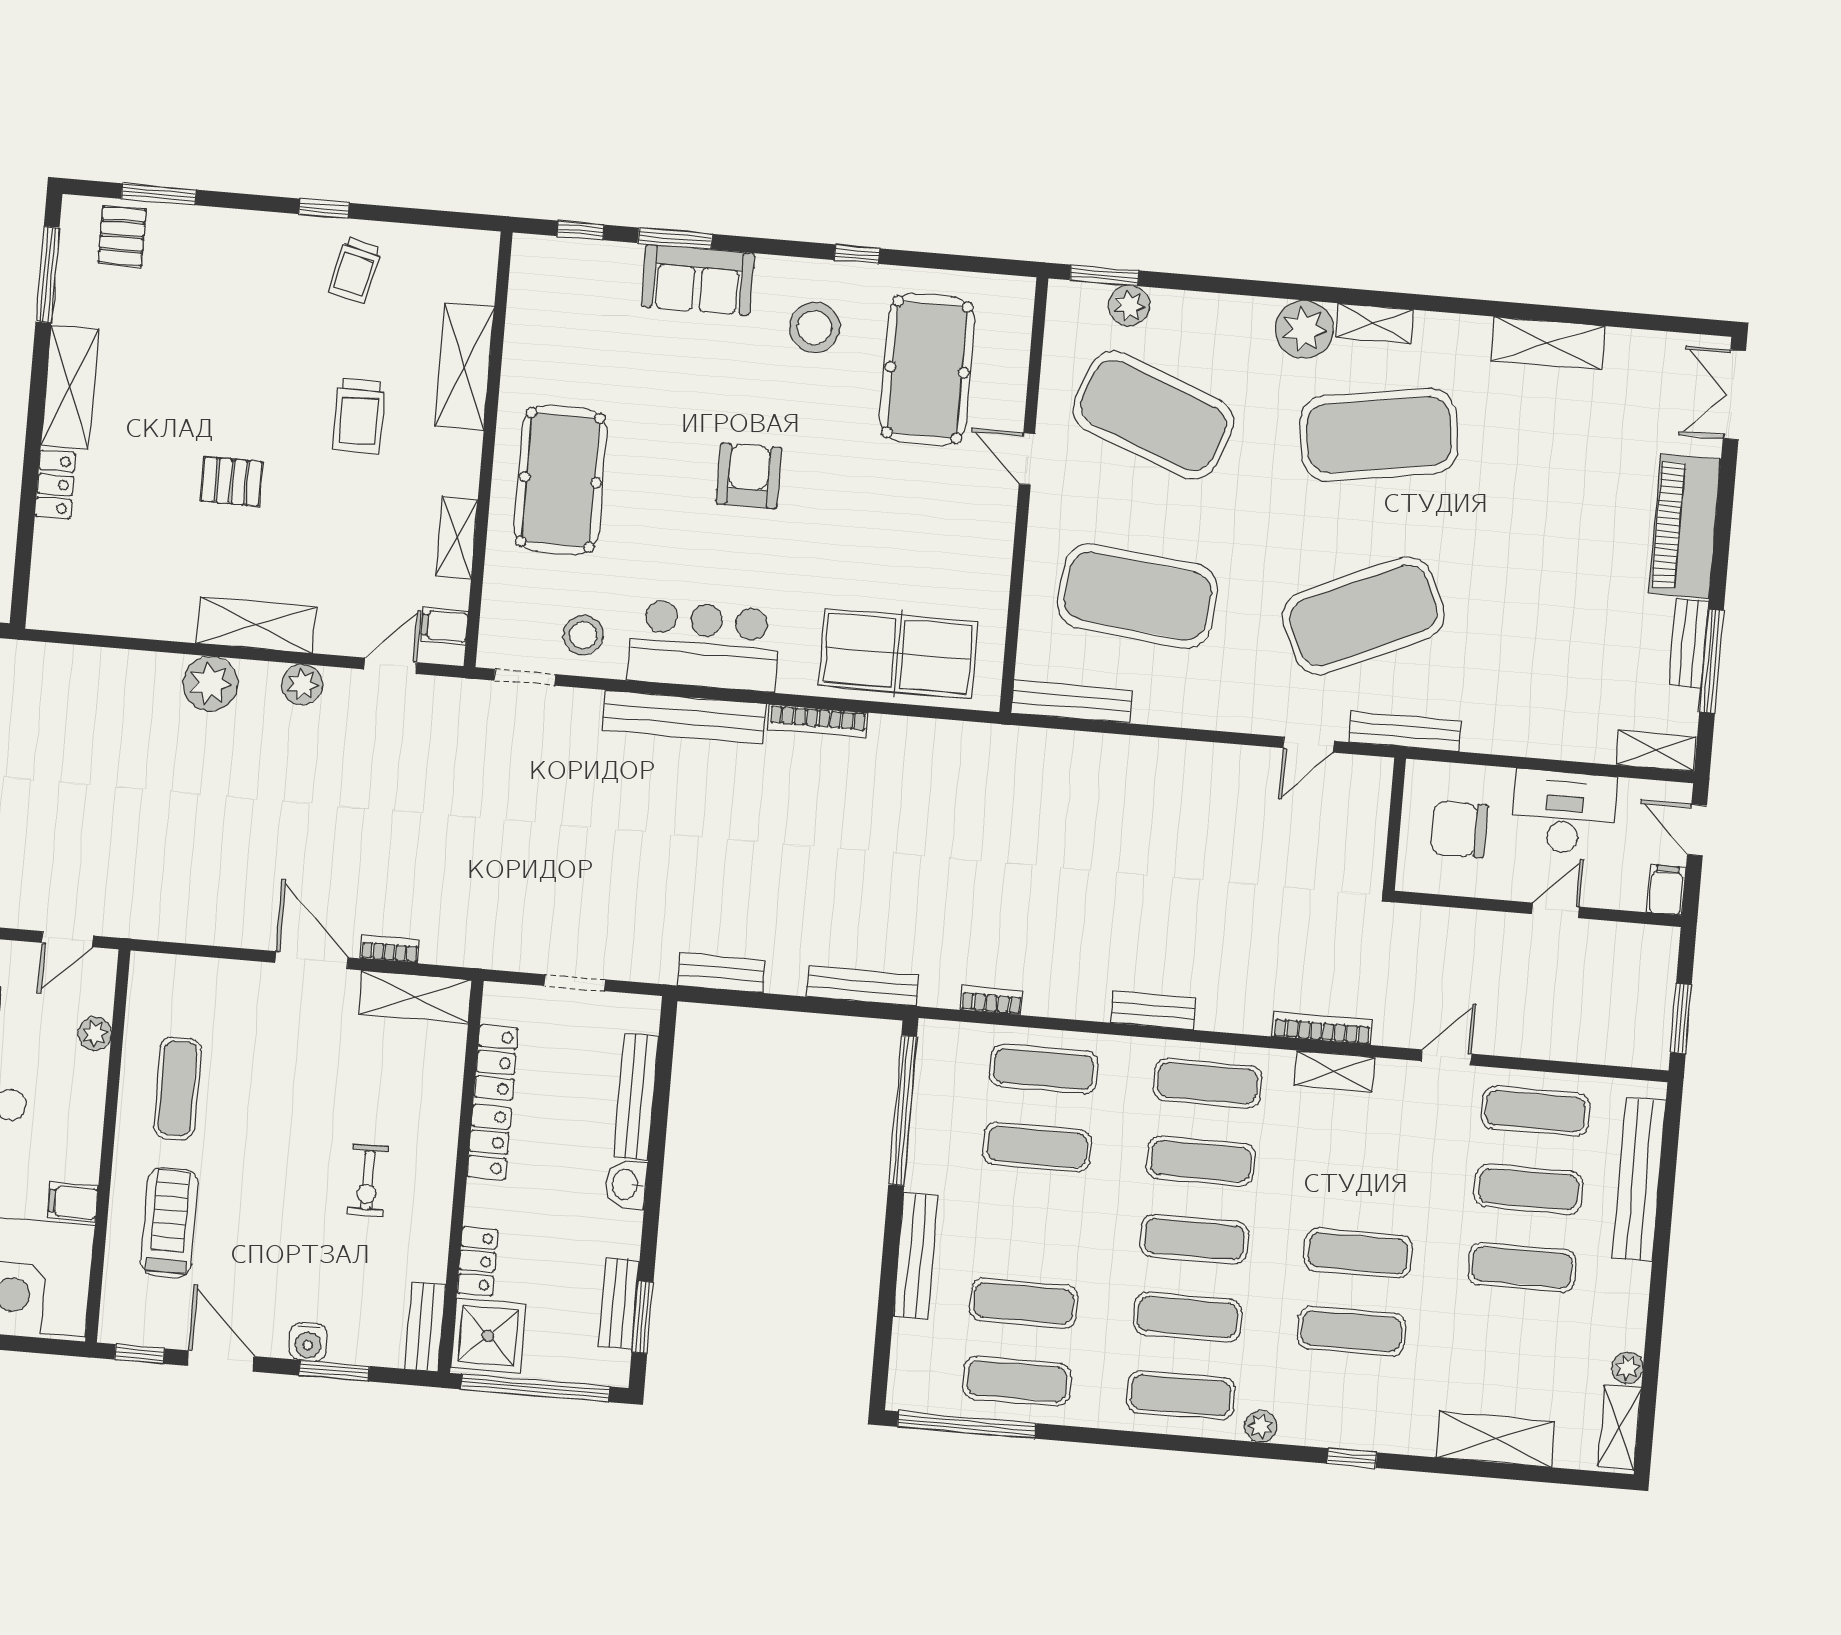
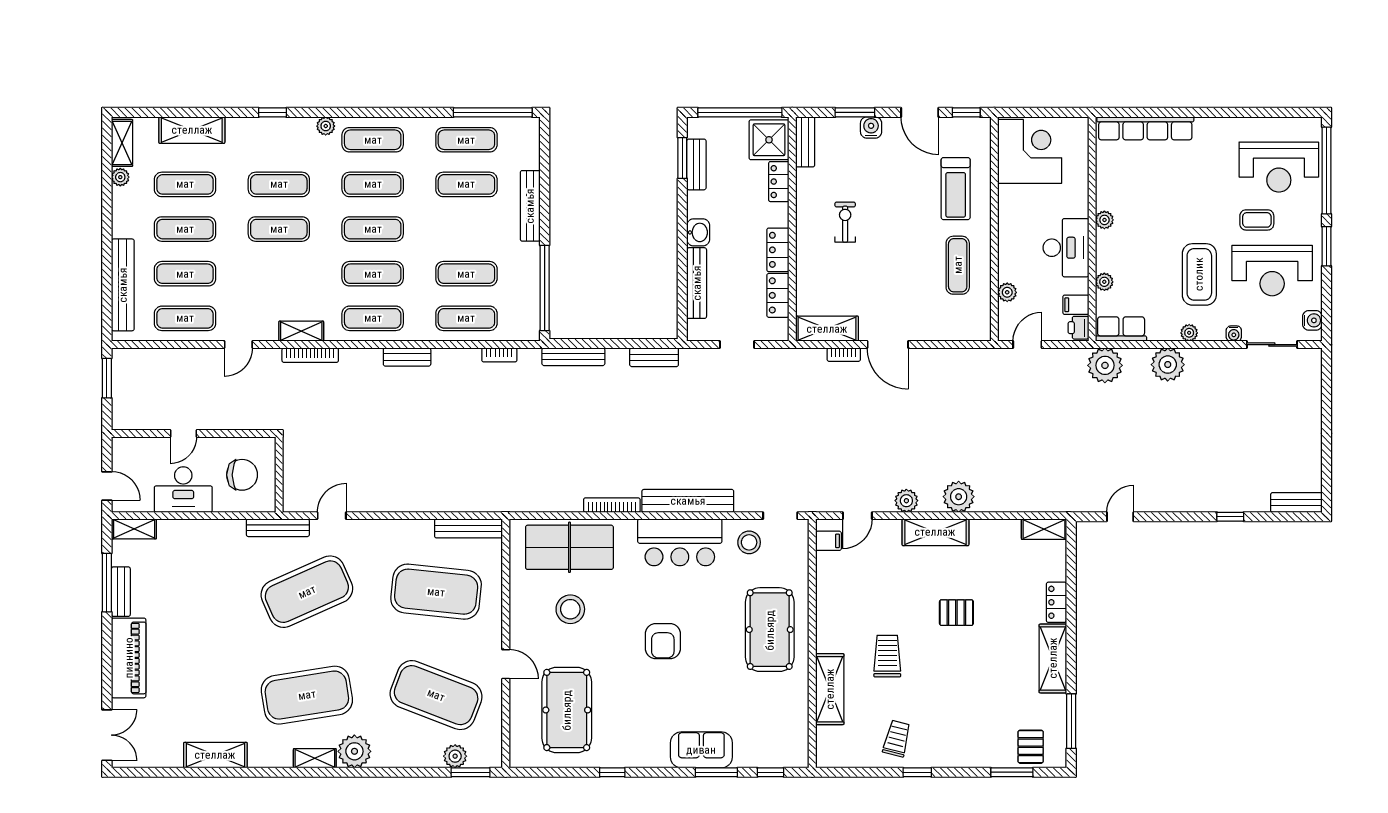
stool: (814, 327) -> (570, 609), moved
shelving: (457, 538) -> (1044, 529), moved, turned 90
filing cabinet: (1666, 890) -> (122, 450), removed
filing cabinet: (73, 1202) -> (1011, 195), removed
exercise mat: (1515, 1345) -> (185, 184), added

